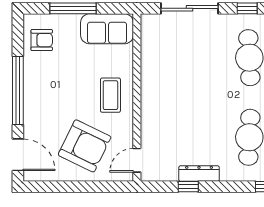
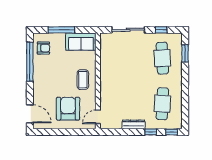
window: (18, 91) -> (30, 62), moved
armchair: (85, 146) -> (68, 109), turned -116
window: (188, 187) -> (151, 132), moved

